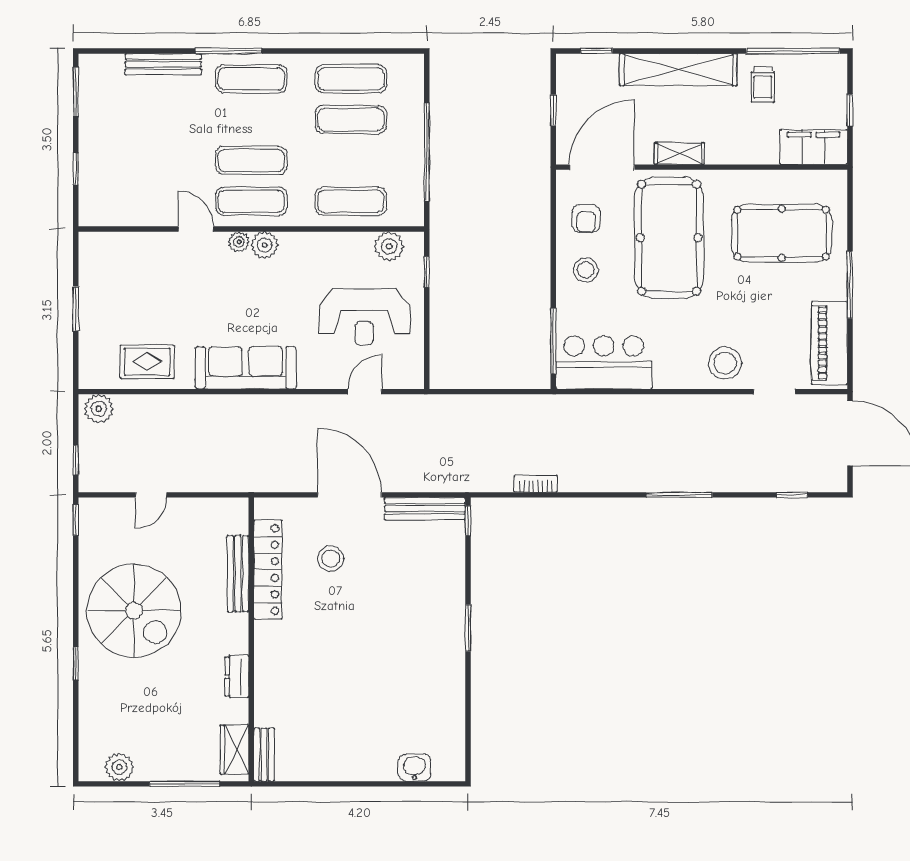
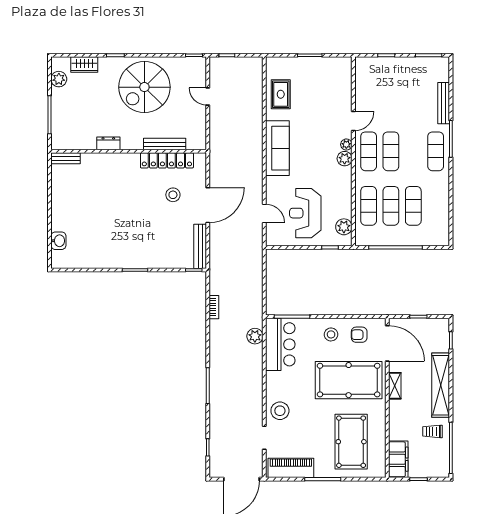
exercise mat: (351, 79) -> (391, 206), moved
plant: (99, 409) -> (255, 336), moved
wardrobe: (234, 750) -> (84, 64), moved, turned 180

